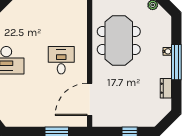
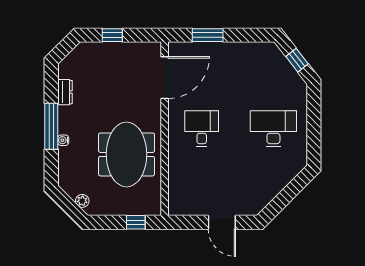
desk: (61, 60) -> (202, 129), turned 180

